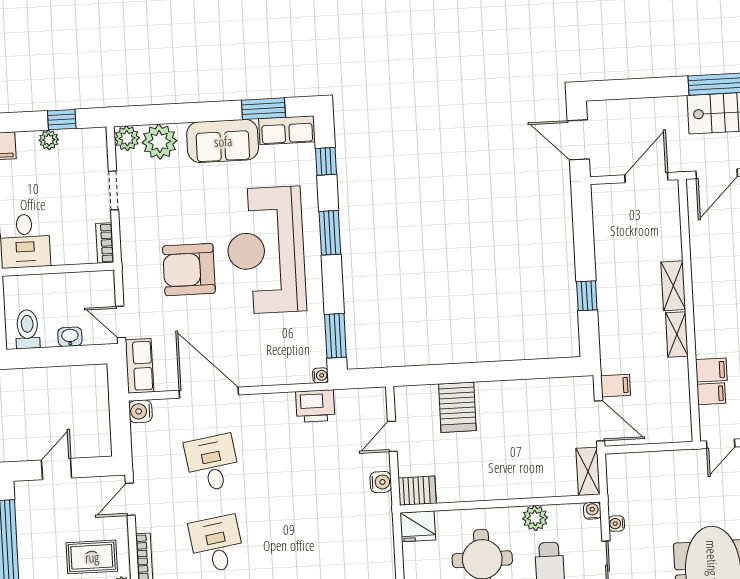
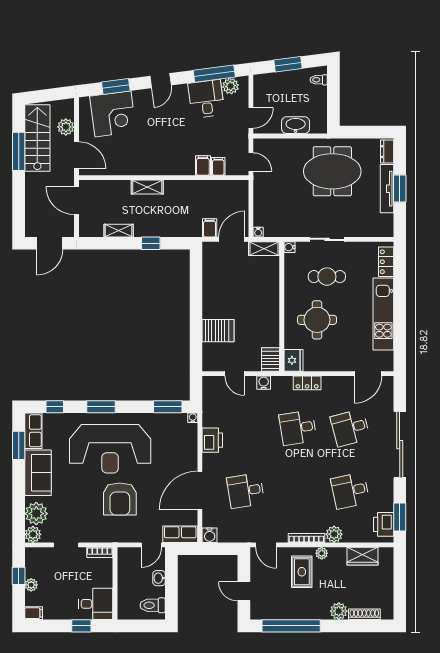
shelving: (677, 334) -> (119, 231), moved
printer: (315, 406) -> (212, 440), moved
plant: (535, 518) -> (292, 284), removed
water cooler: (616, 524) -> (258, 232), moved
desk: (217, 544) -> (298, 428), moved
locker: (384, 549) -> (307, 383), added

